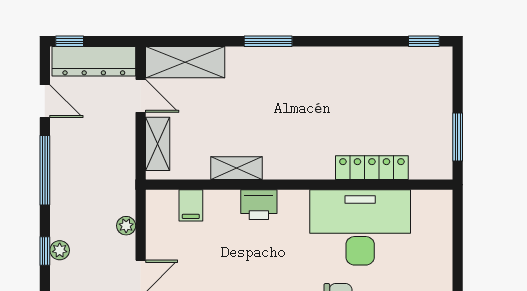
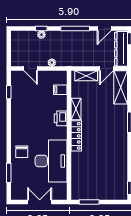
locker: (372, 168) -> (76, 136), moved
double door: (458, 255) -> (40, 202), added

